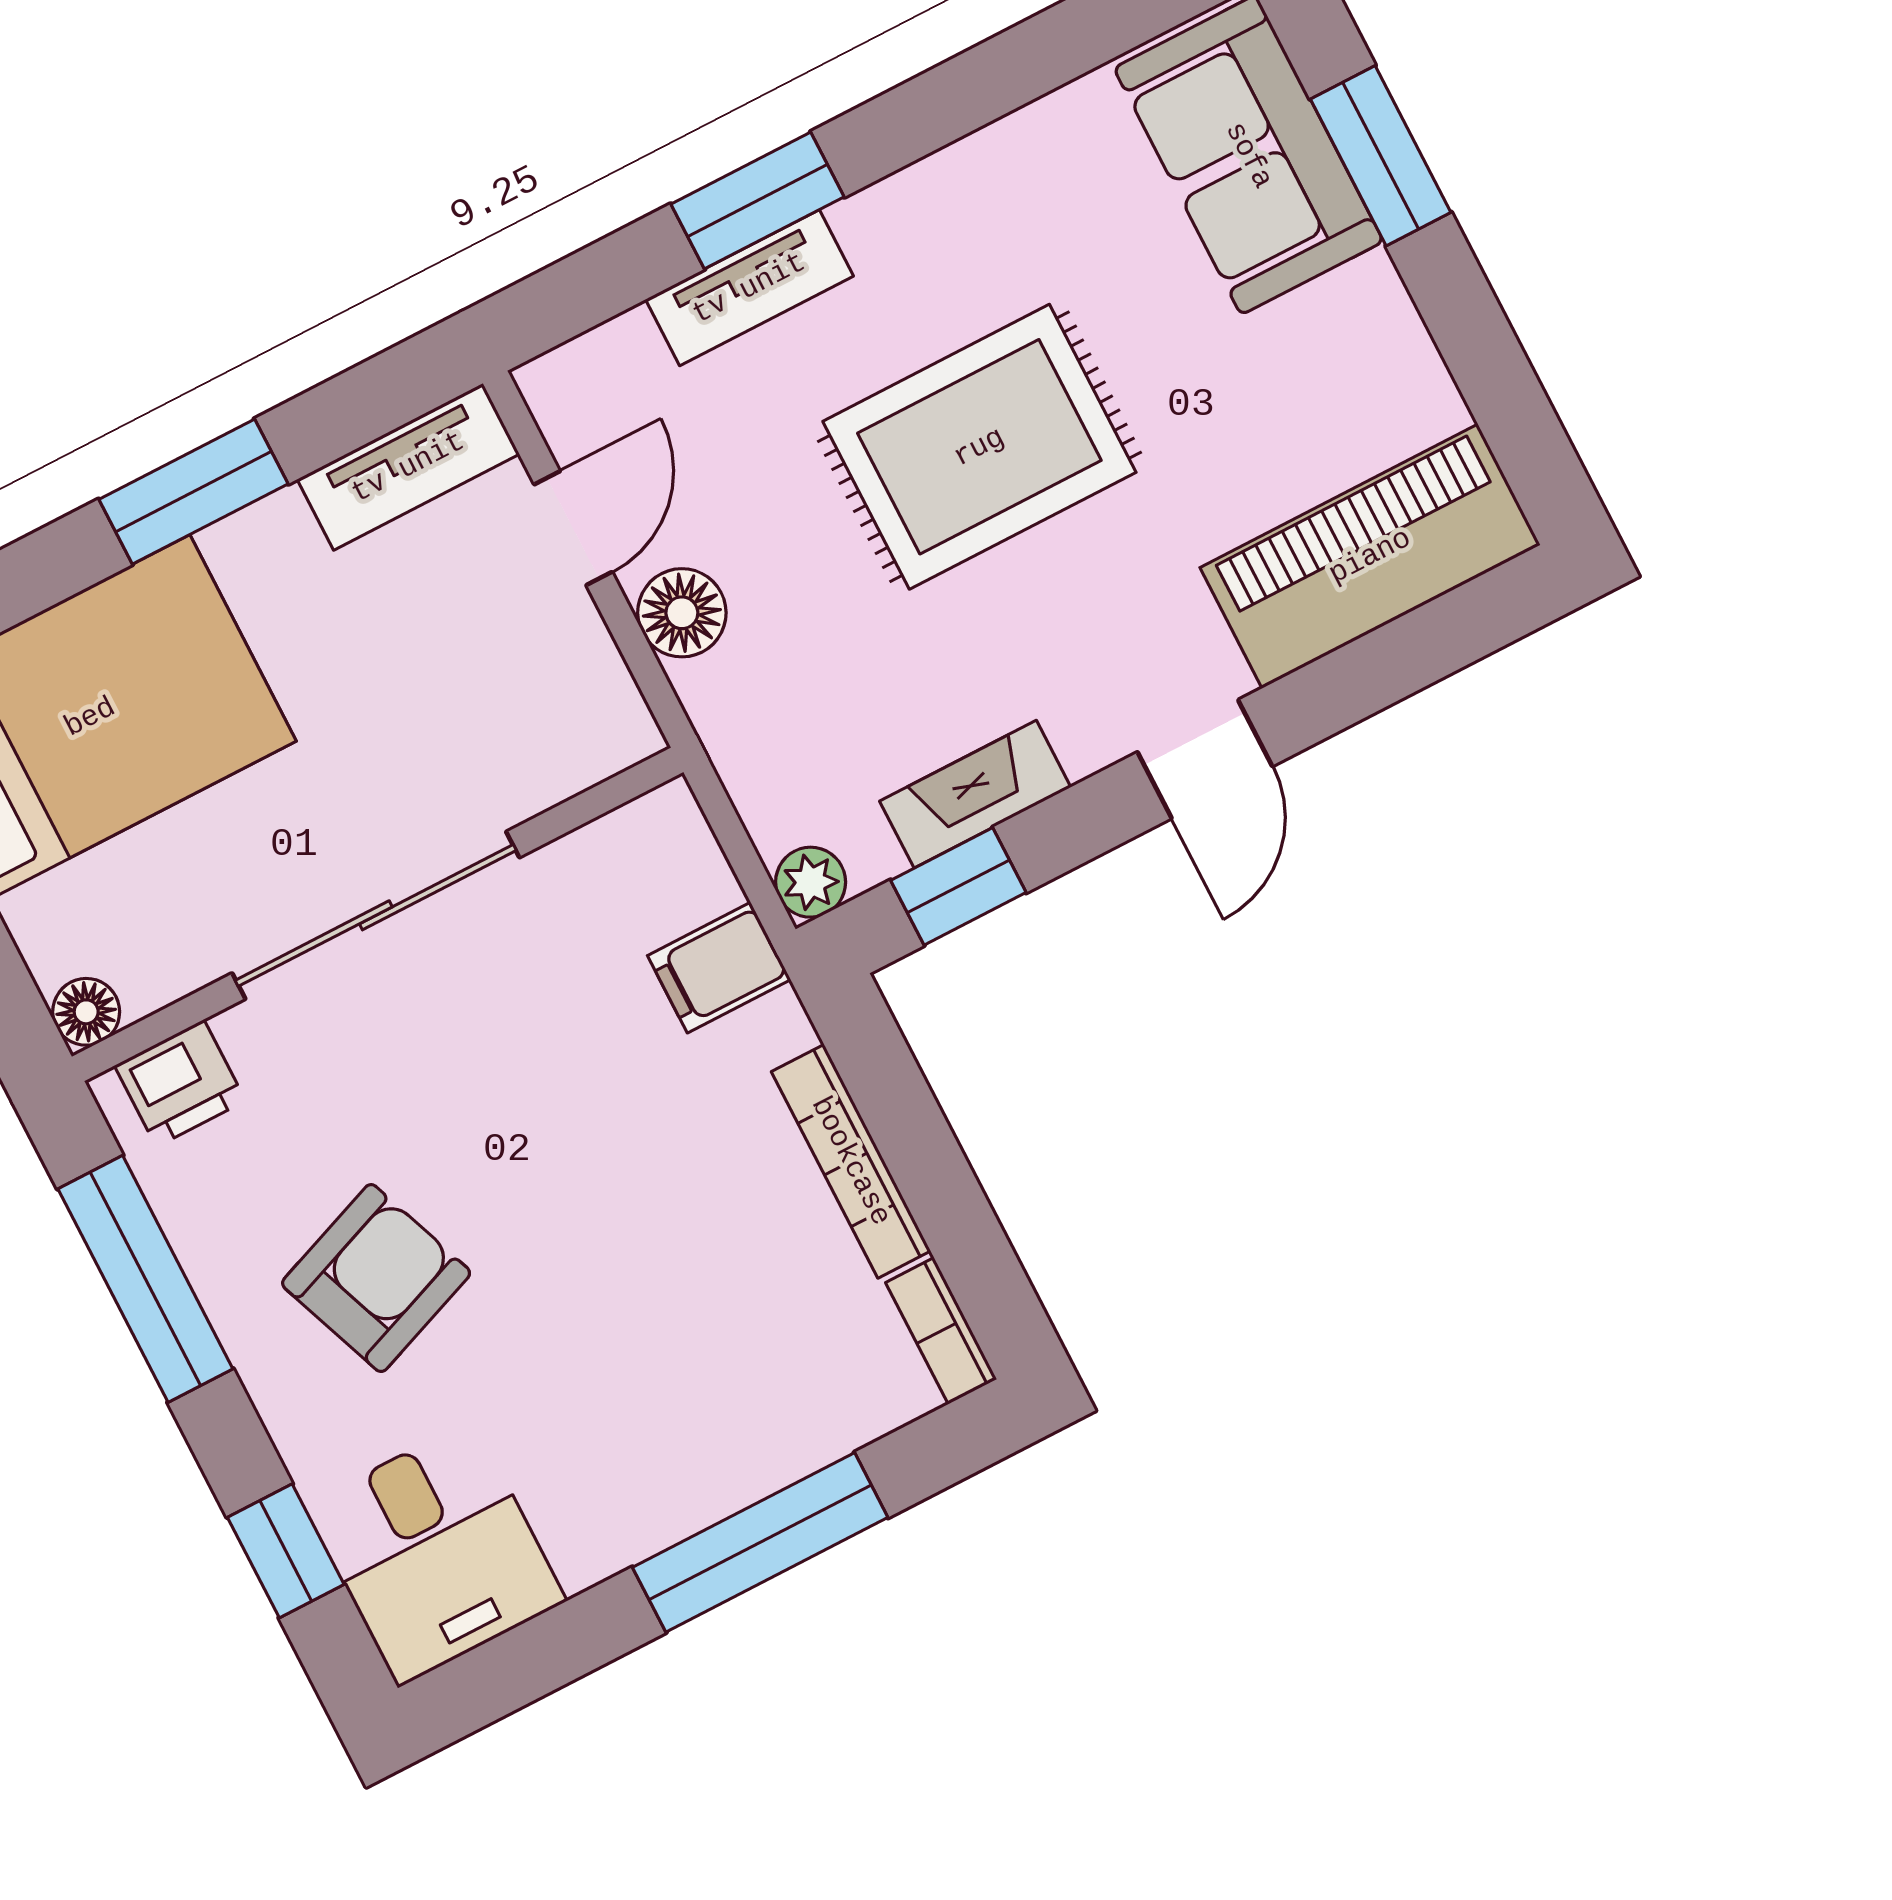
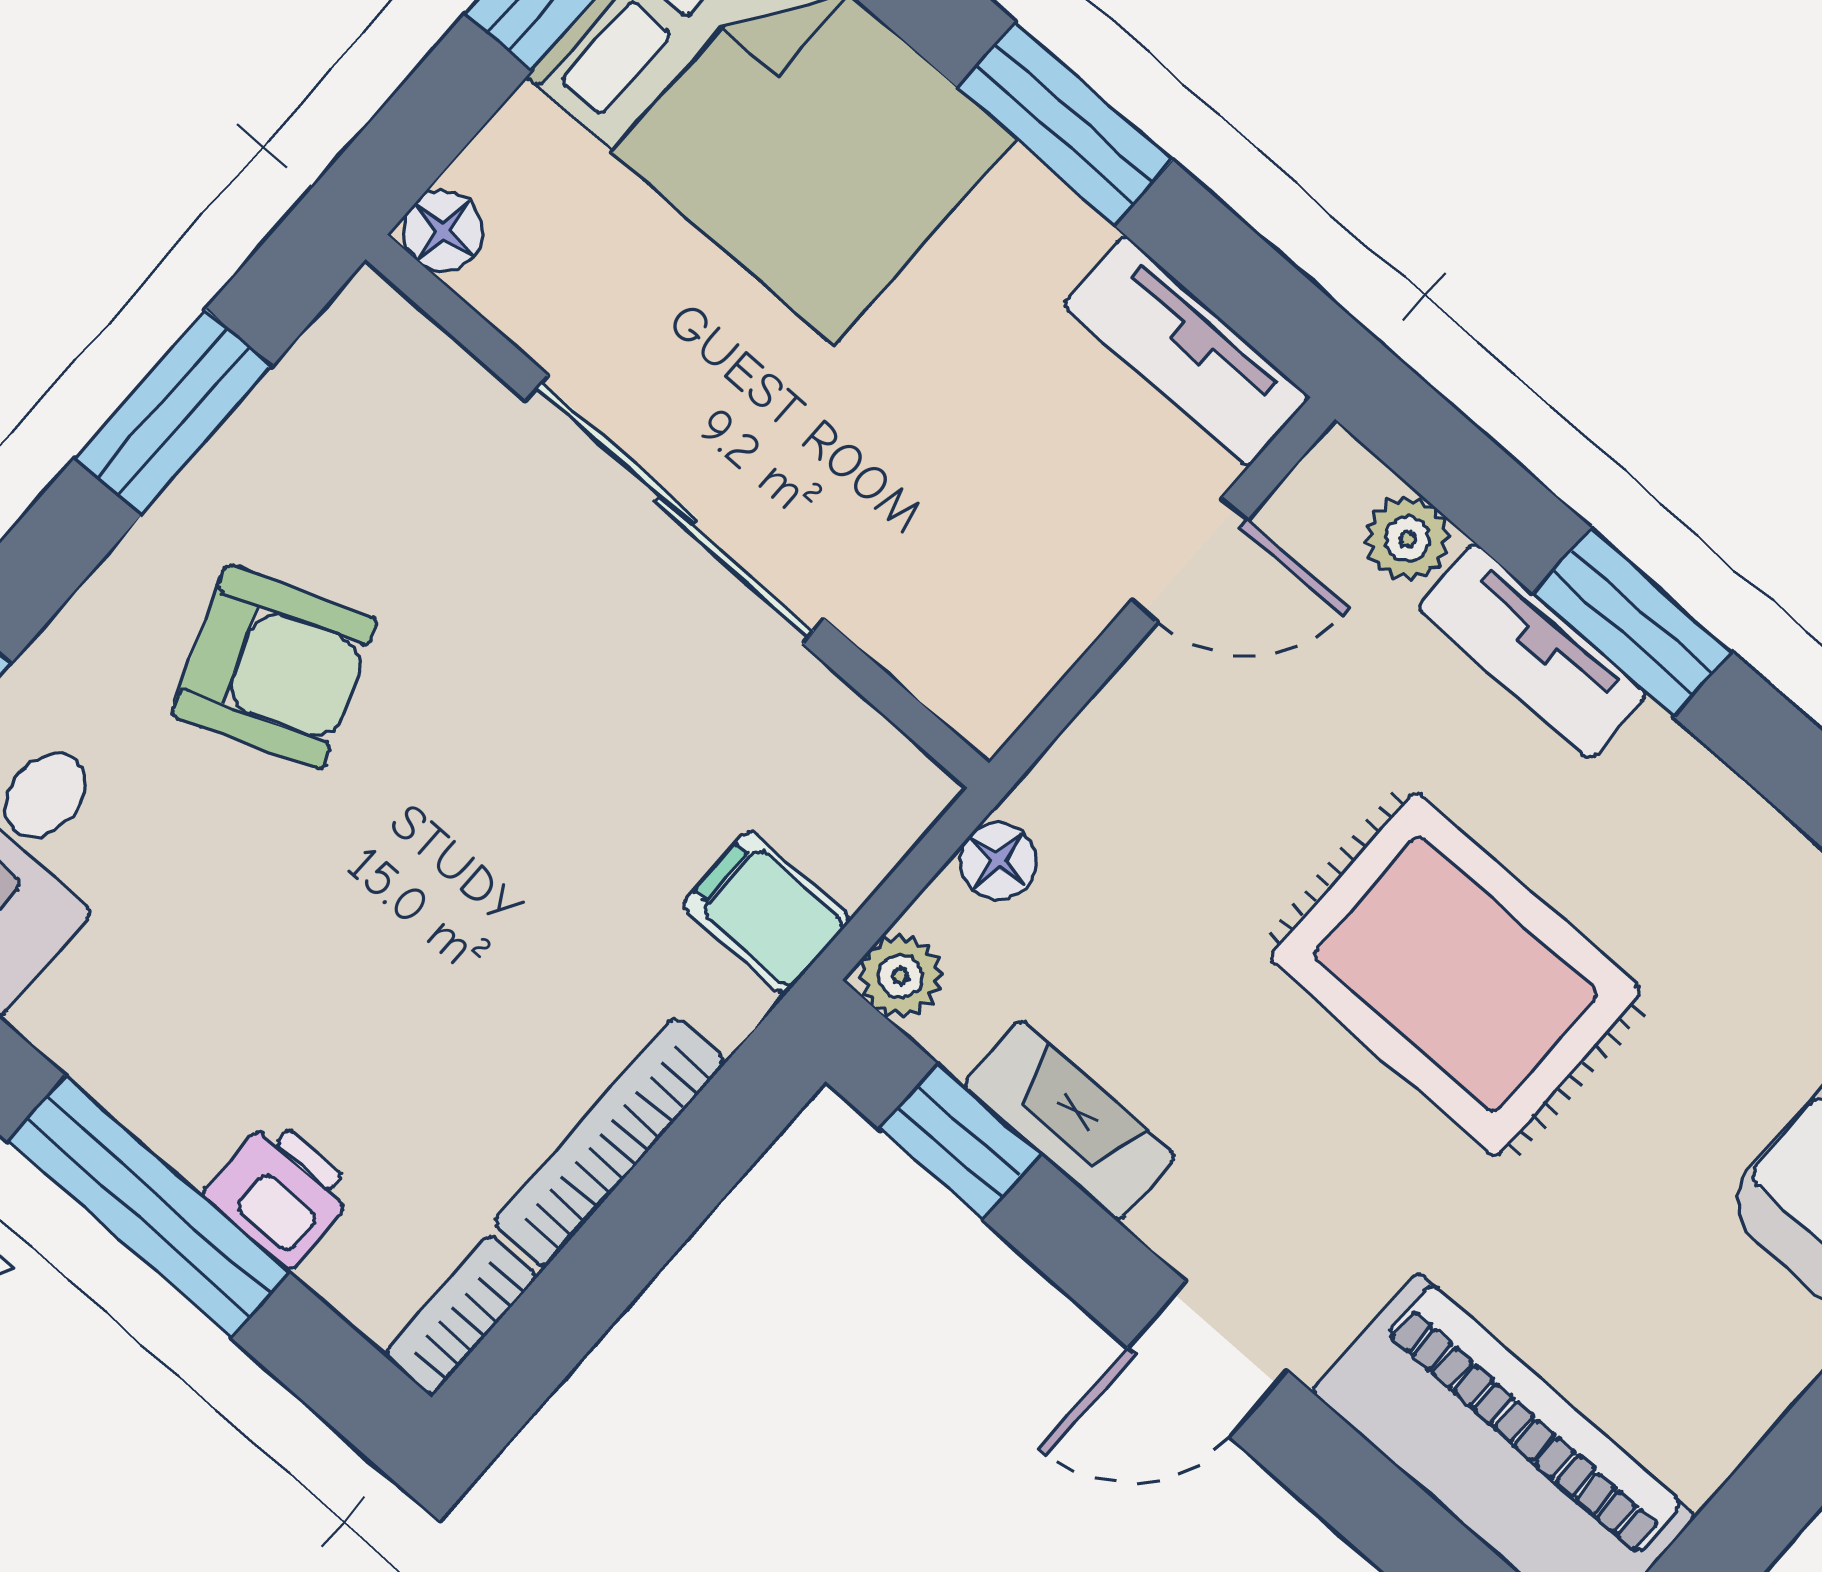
plant: (624, 351) -> (1408, 539), added
floor lamp: (682, 613) -> (998, 861), moved, width x0.73, depth x0.73
printer: (180, 1083) -> (280, 1193), moved, turned 180
window: (145, 1279) -> (173, 412), width x0.69

